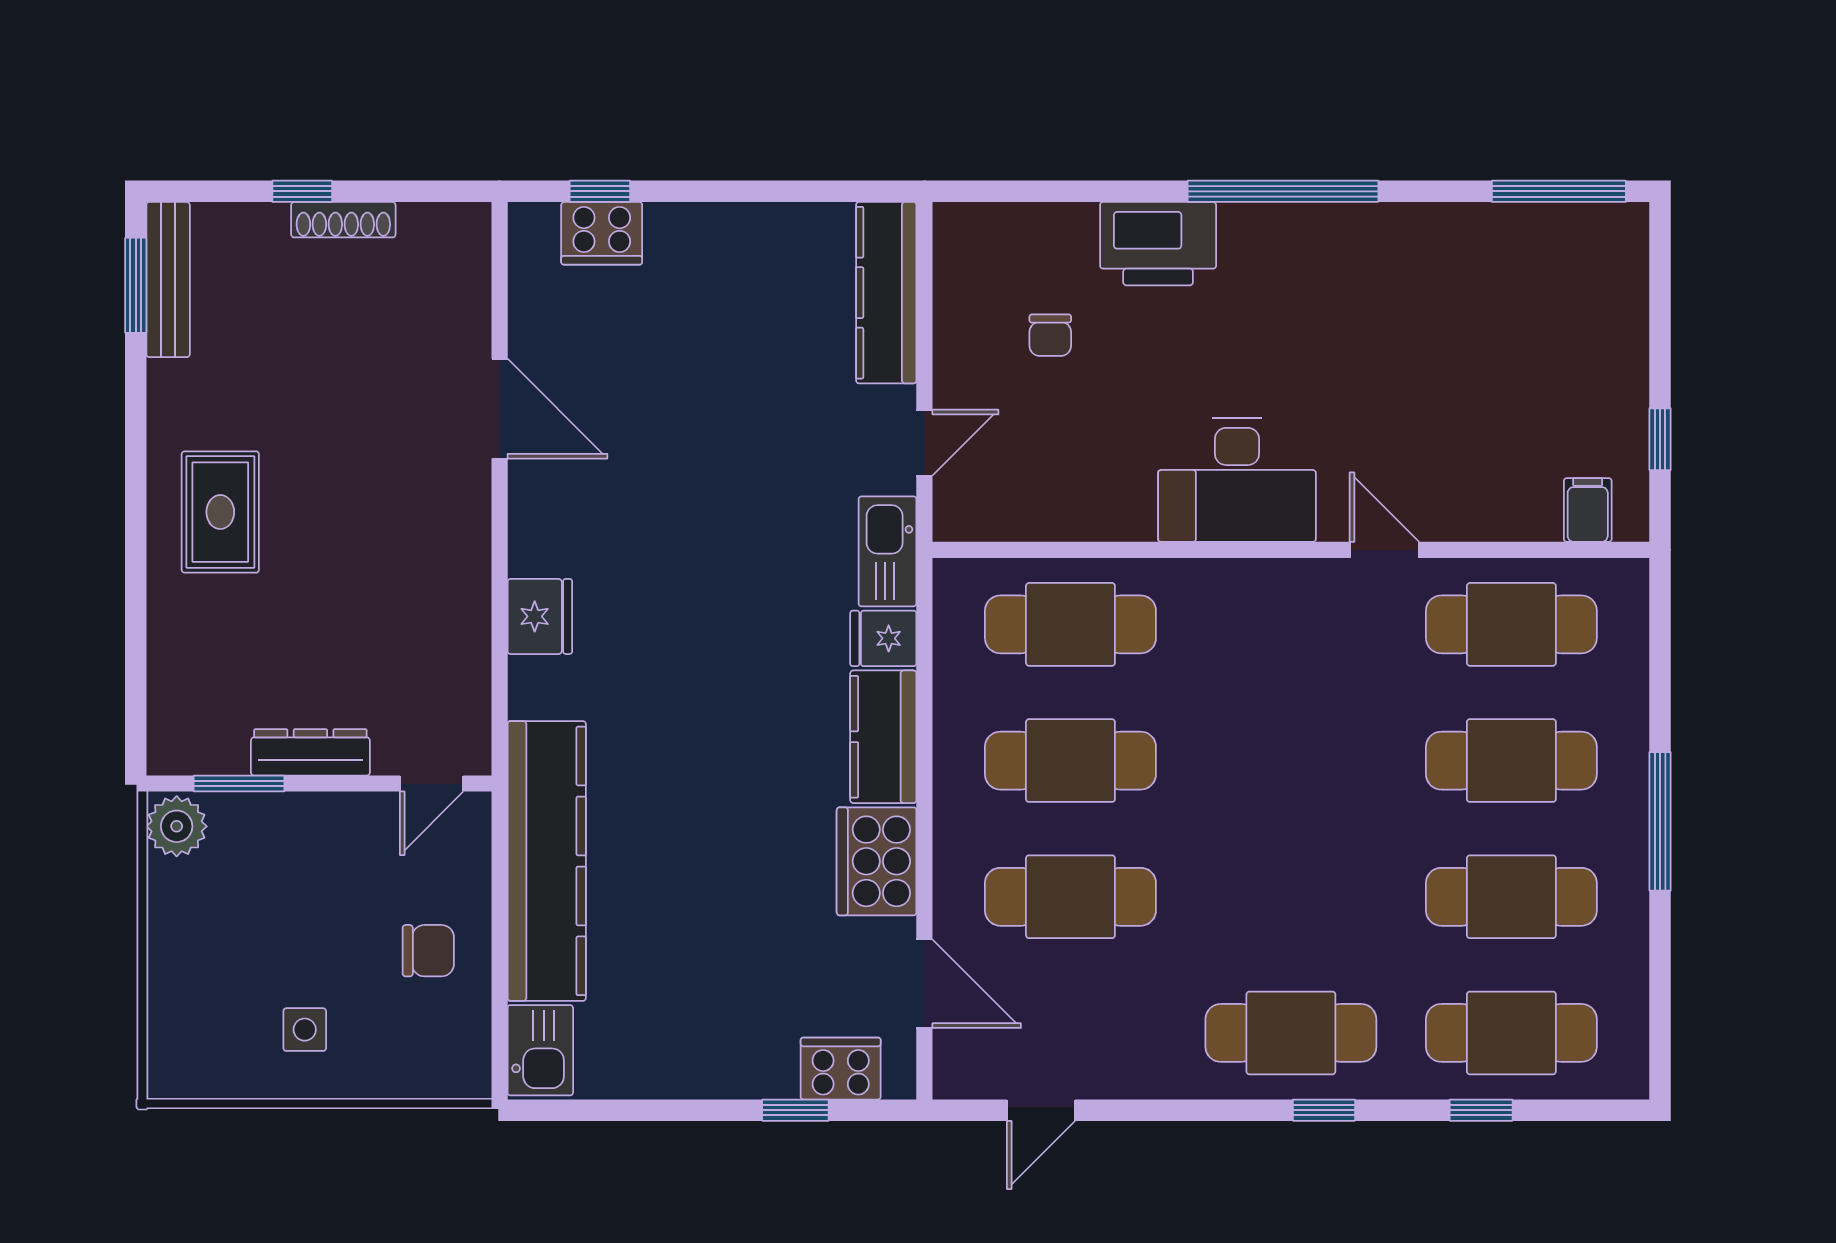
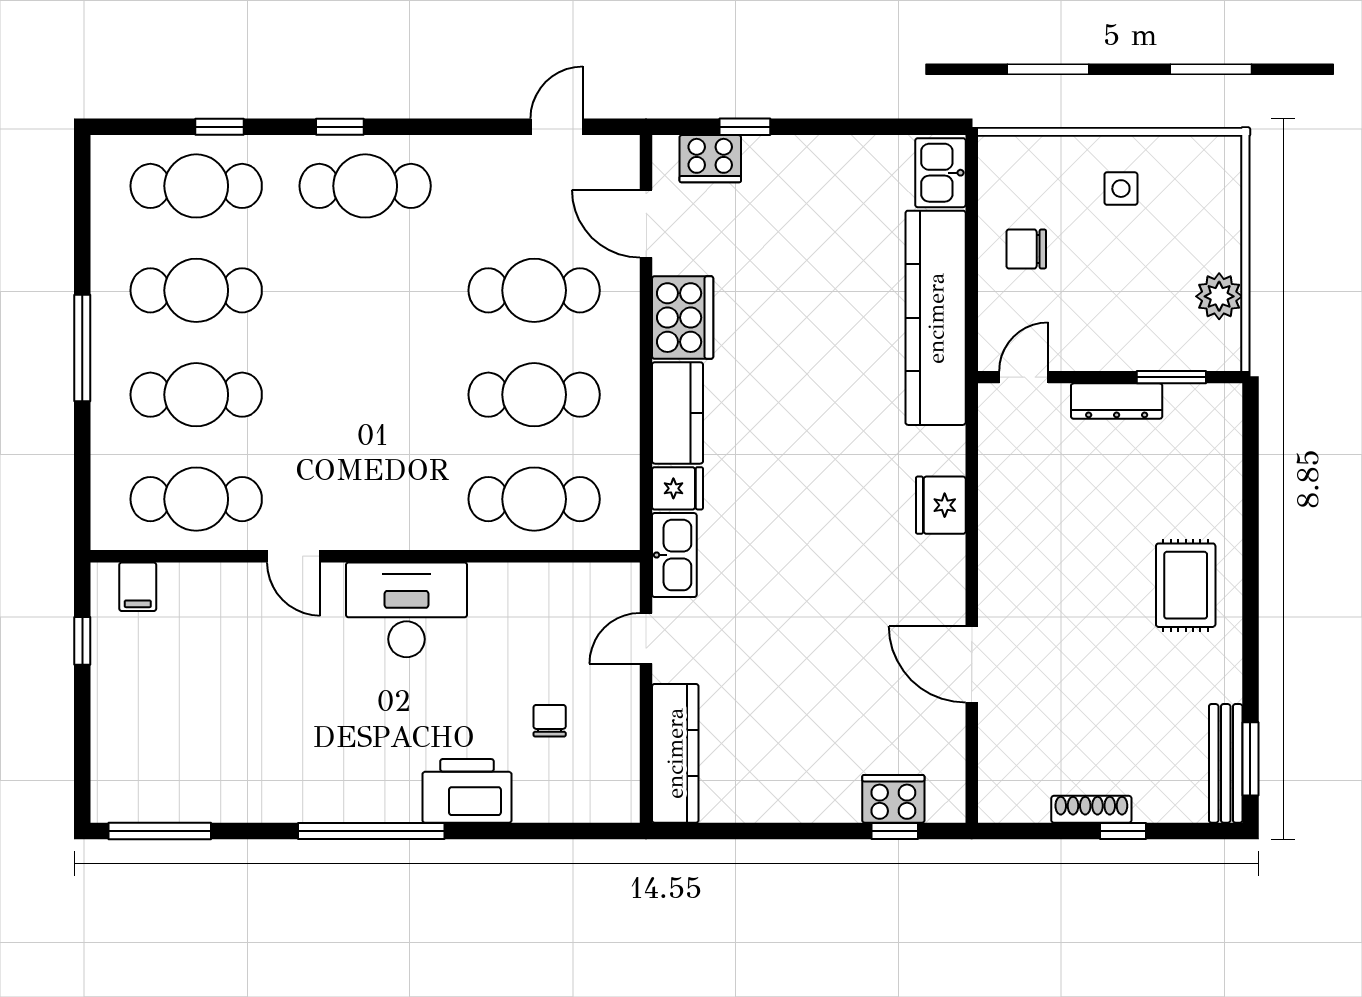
plant: (177, 826) -> (1219, 296), moved

